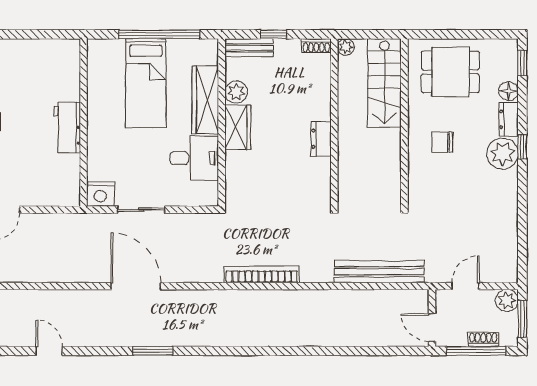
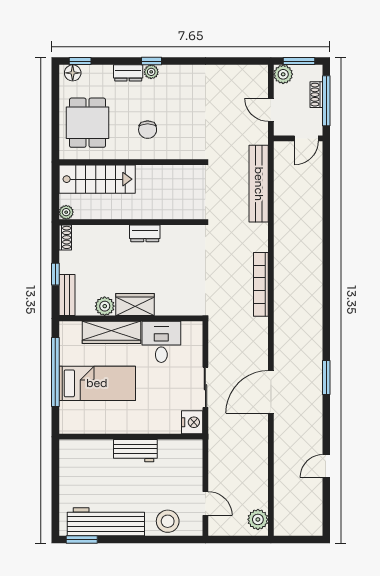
floor lamp: (509, 91) -> (73, 73), moved
plant: (502, 154) -> (151, 72), width x0.53, depth x0.53

